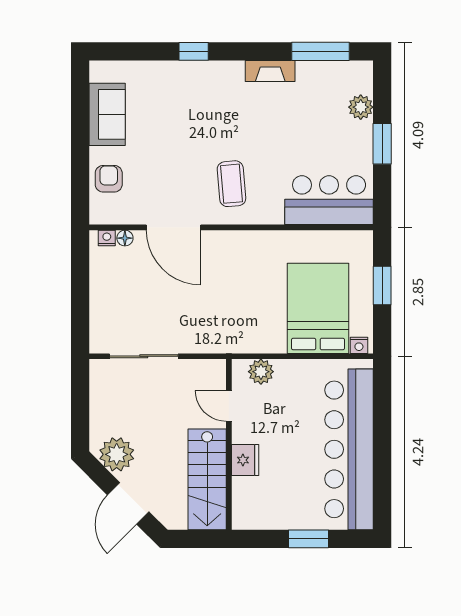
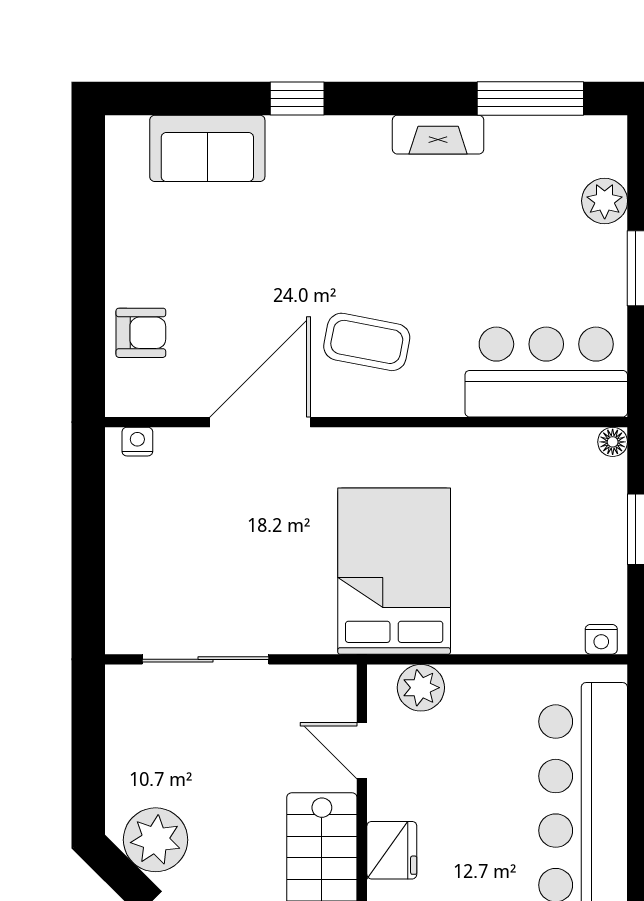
sofa: (107, 114) -> (207, 148), moved, turned 90
armchair: (109, 179) -> (141, 333), turned 90
coffee table: (231, 184) -> (367, 342), turned -74
door: (174, 227) -> (260, 422), swing flipped
floor lamp: (125, 238) -> (613, 442), moved
bed: (318, 308) -> (394, 571), moved

